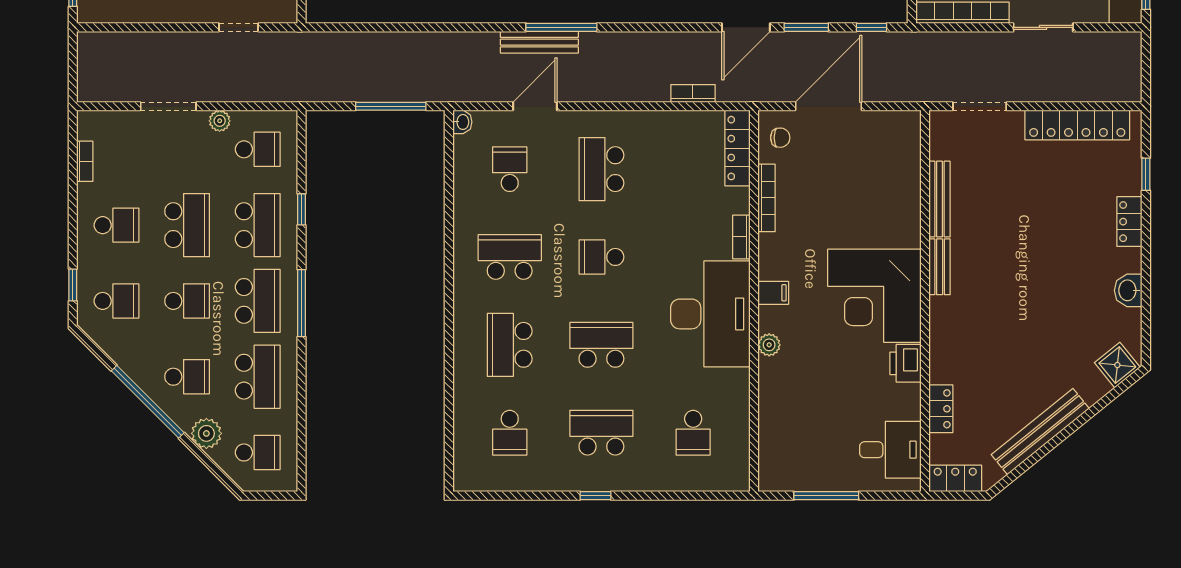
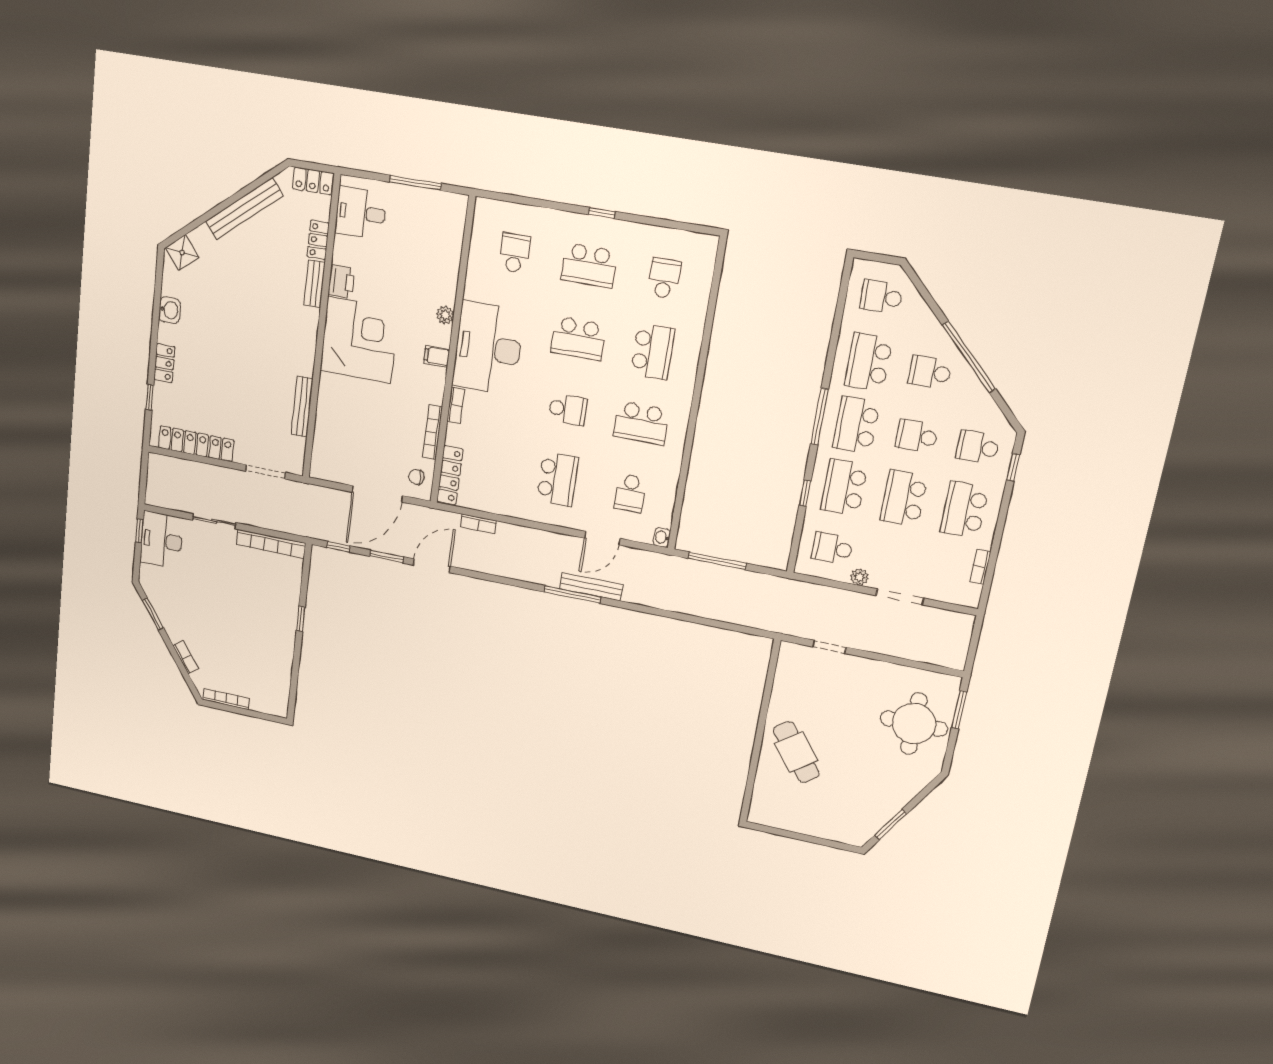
school desk: (117, 225) -> (964, 510), width x1.85
bench: (940, 267) -> (315, 284), moved
plant: (206, 433) -> (923, 321), removed

